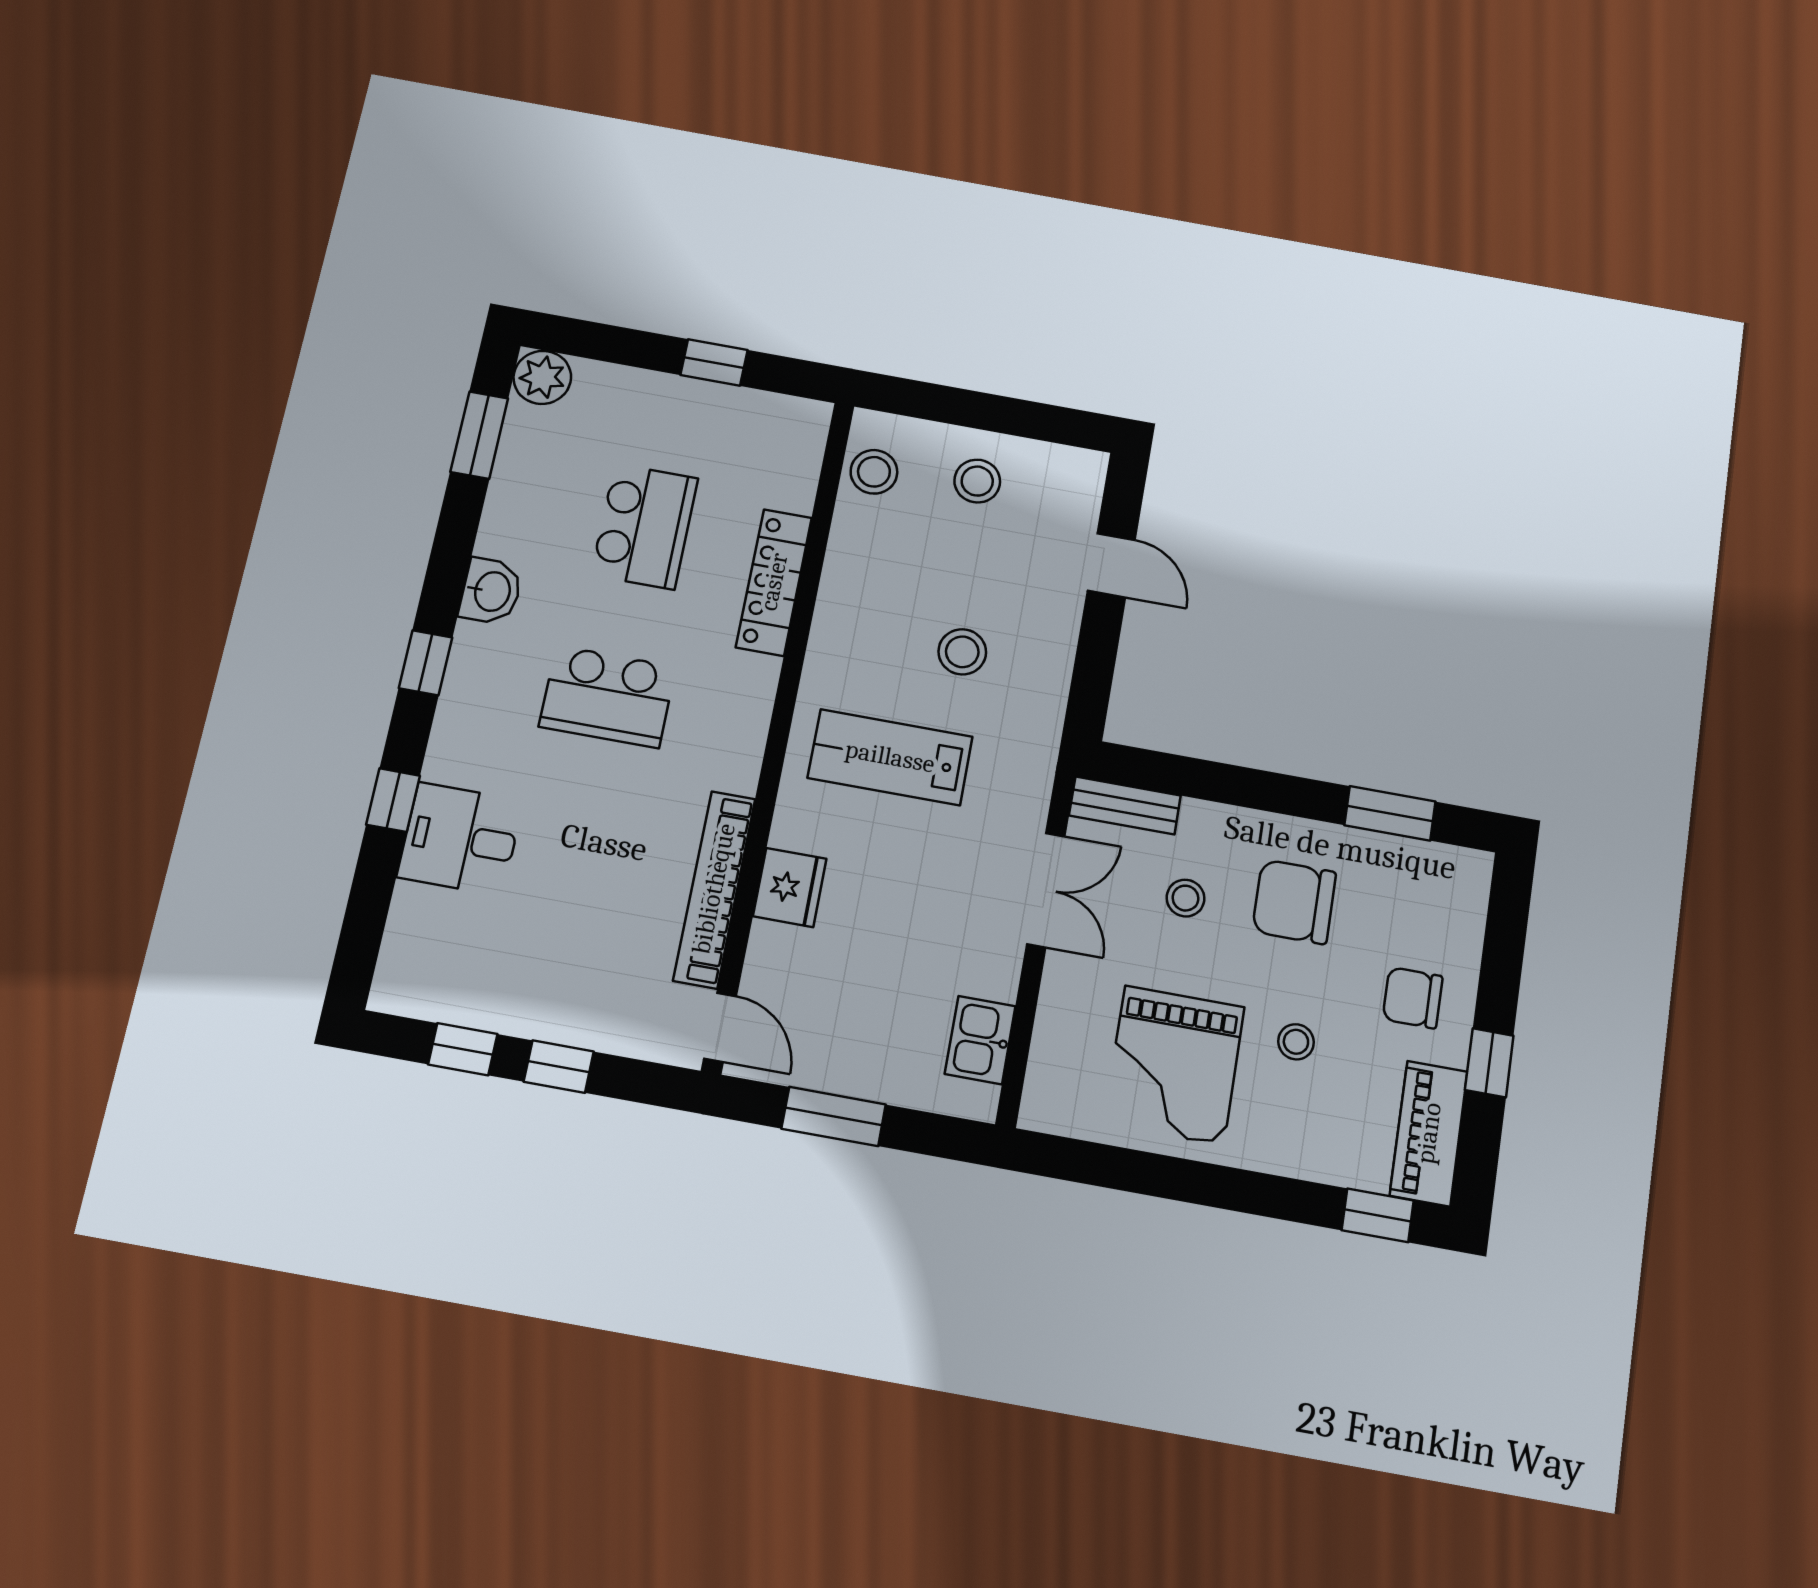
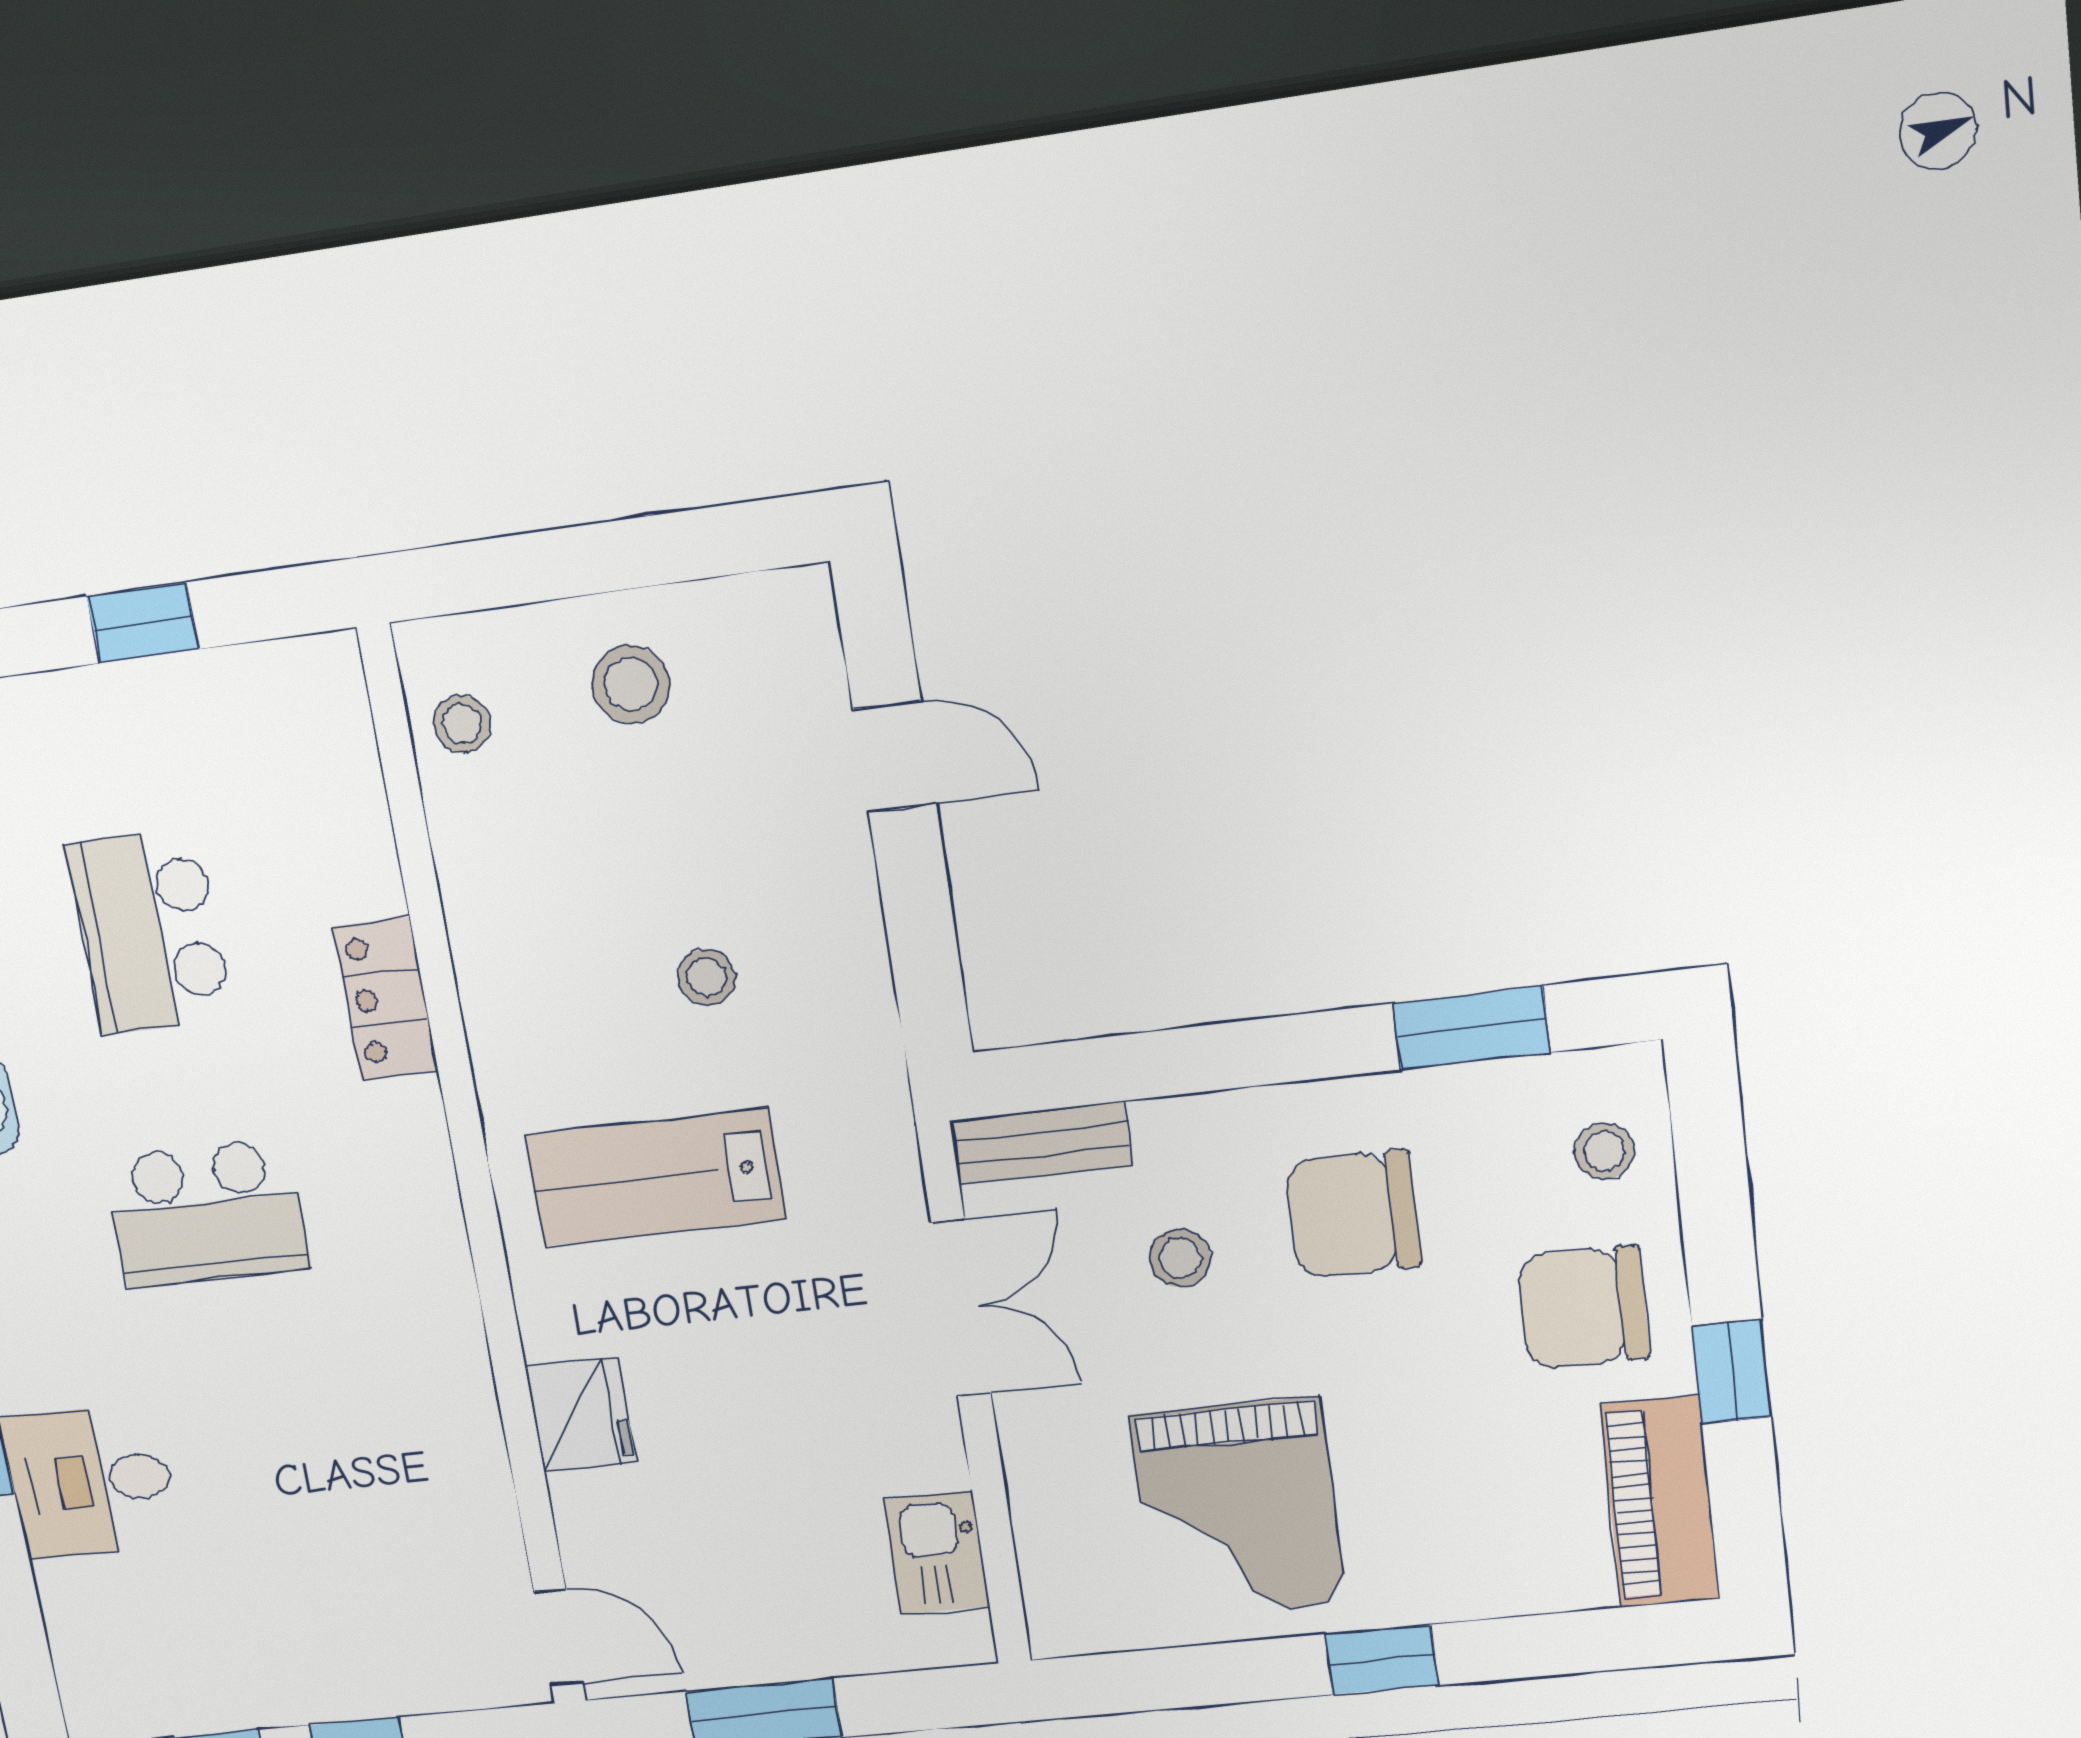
stool: (874, 472) -> (462, 724), width x0.73, depth x0.73
school desk: (645, 526) -> (150, 932), turned 180
locker: (774, 582) -> (386, 999), width x0.66
stool: (962, 652) -> (707, 977), width x0.73, depth x0.73
bookcase: (714, 889) -> (474, 1449), removed
chair: (1413, 998) -> (1583, 1307), width x1.37, depth x1.37
stool: (1296, 1042) -> (1604, 1151), moved
window: (1378, 1215) -> (1382, 1660), moved

